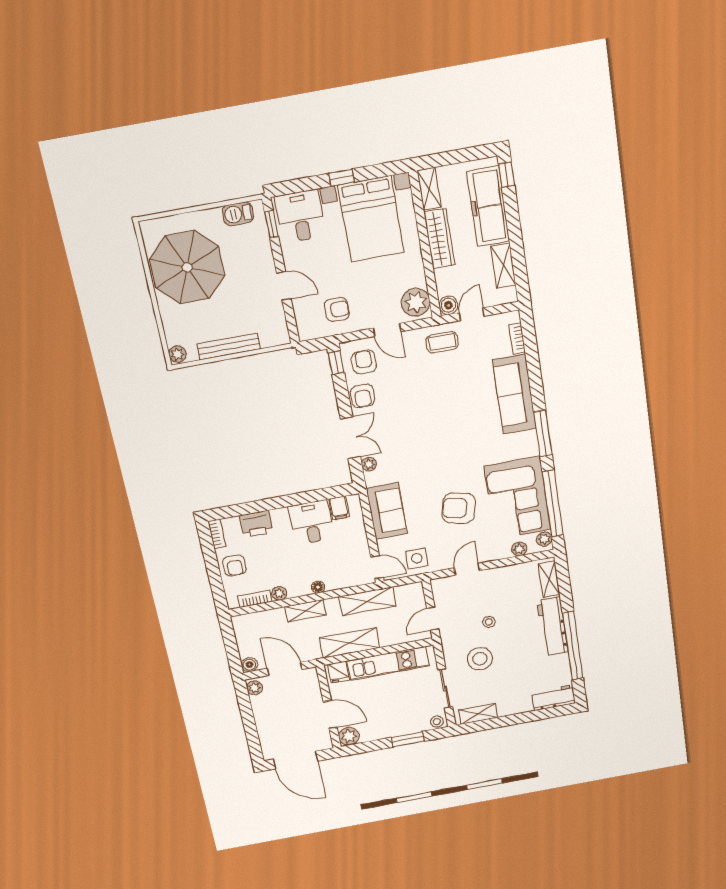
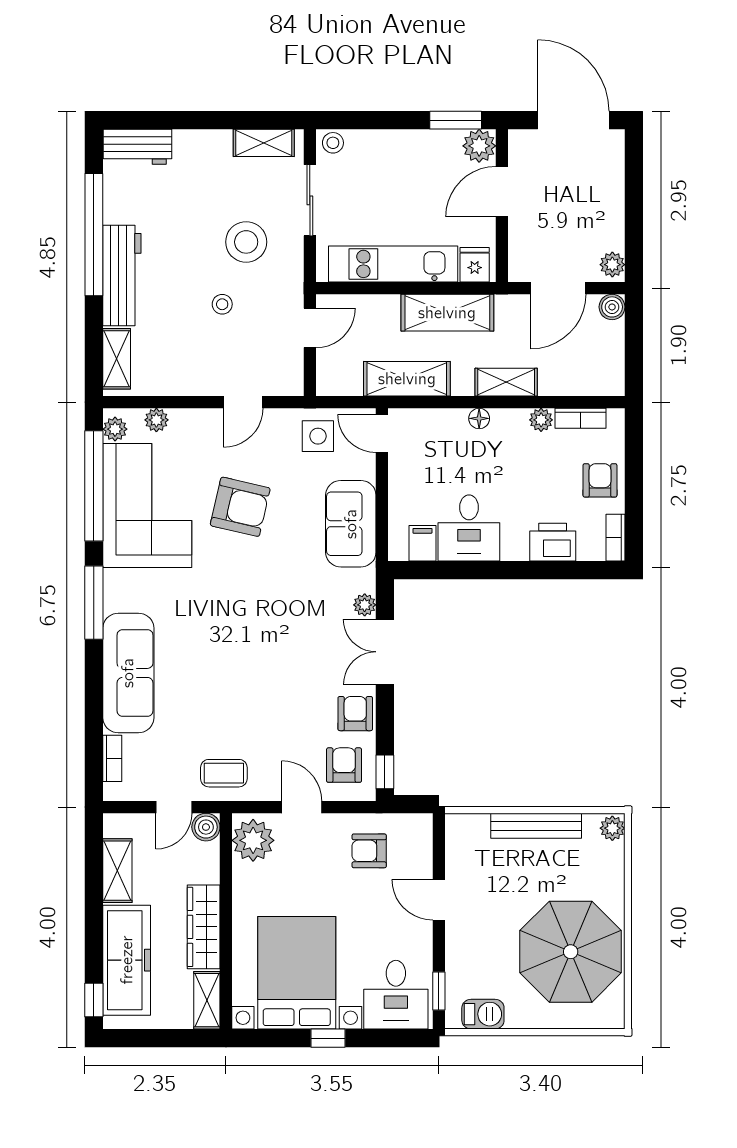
armchair: (364, 362) -> (344, 765), turned 180
door: (285, 669) -> (558, 288), hinge flipped
door: (330, 715) -> (502, 192), hinge flipped
window: (408, 739) -> (456, 120), moved

